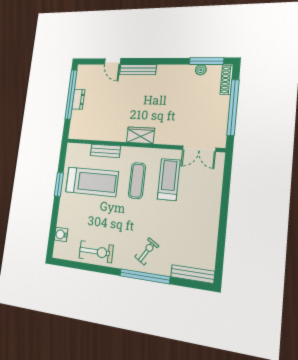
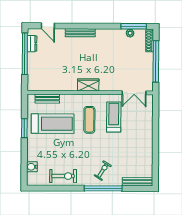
door: (113, 61) -> (48, 26), moved
dresser: (78, 99) -> (32, 44), moved
bench: (105, 151) -> (47, 99), moved

